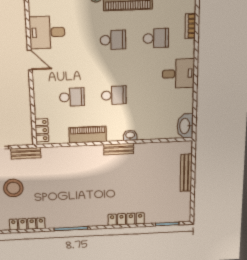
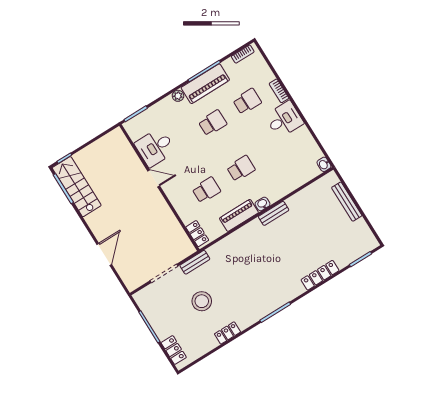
bookcase: (190, 26) -> (279, 91), moved
washbasin: (185, 126) -> (324, 164), width x0.52, depth x0.69
washbasin: (130, 135) -> (263, 204), moved
locker: (27, 224) -> (227, 333), width x0.66

